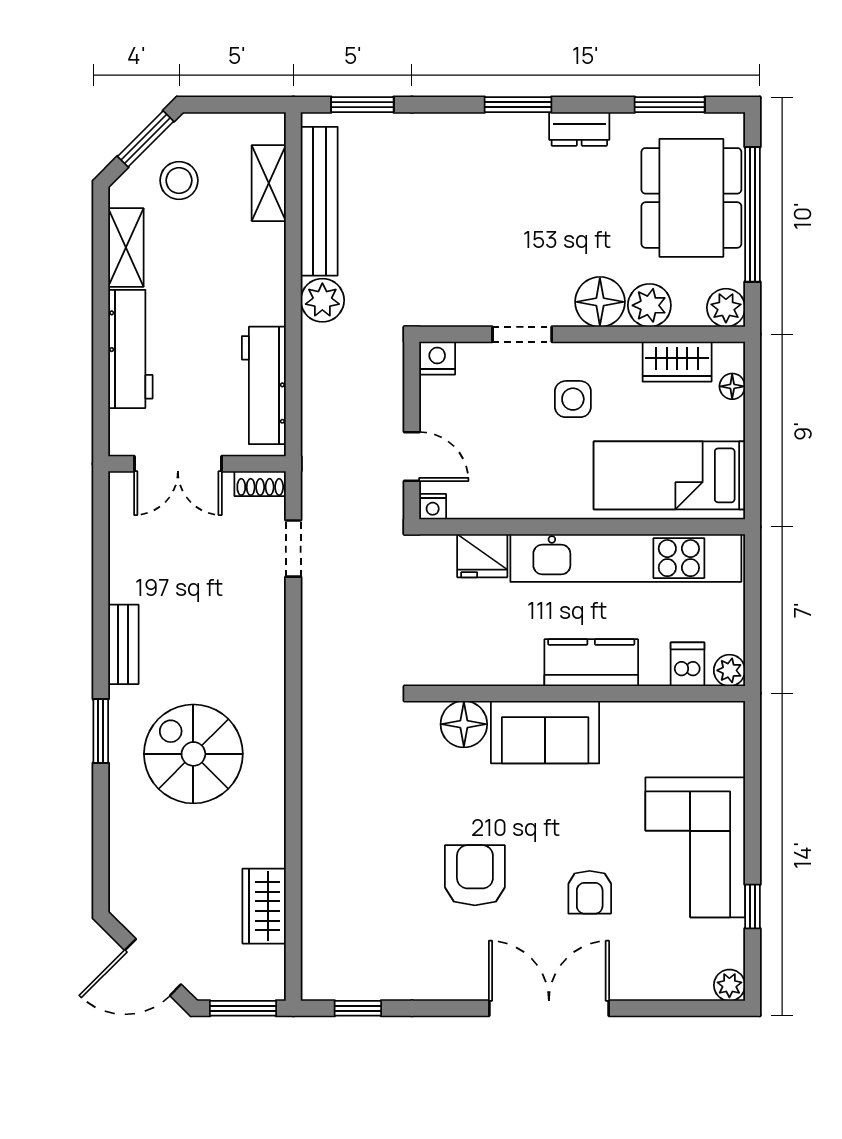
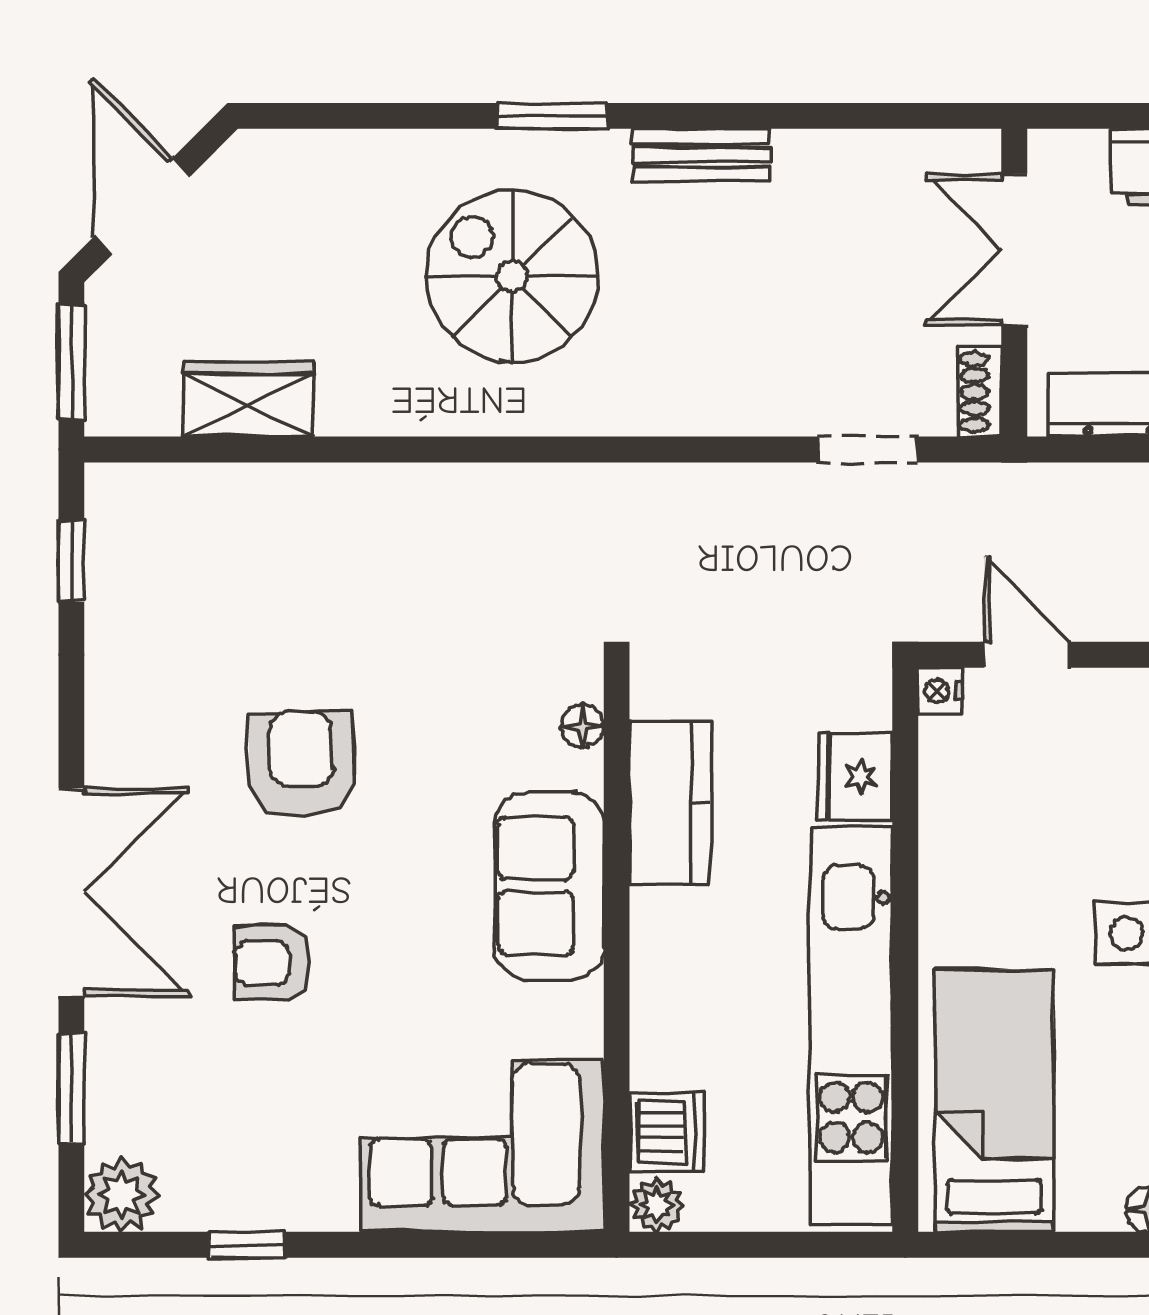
door: (412, 457) -> (1027, 655), swing flipped
kitchen counter: (591, 663) -> (670, 803), moved
dishwasher: (688, 664) -> (667, 1132), width x1.38
floor lamp: (464, 724) -> (582, 726), width x0.53, depth x0.53
spiral stairs: (193, 754) -> (512, 276), turned -90
corner sofa: (695, 847) -> (483, 1146), moved
armchair: (475, 875) -> (302, 764), turned -92
plant: (729, 985) -> (121, 1195), width x1.38, depth x1.38
window: (662, 1008) -> (71, 1089), added

